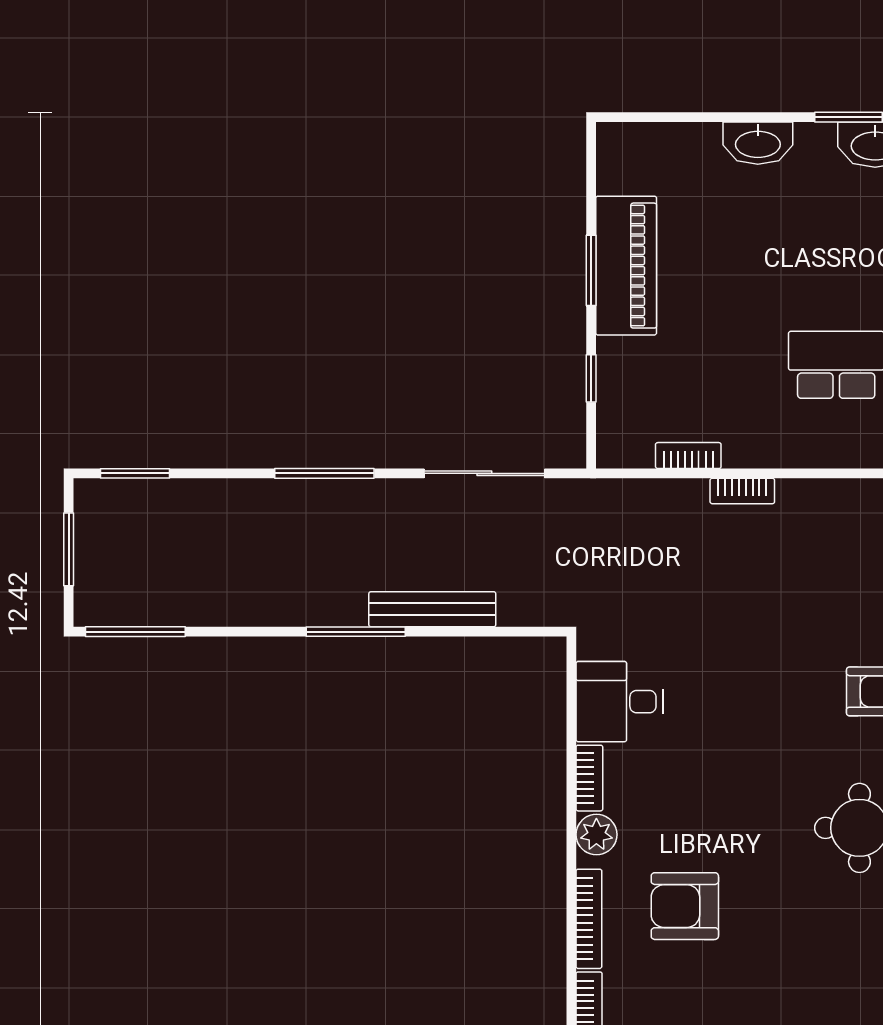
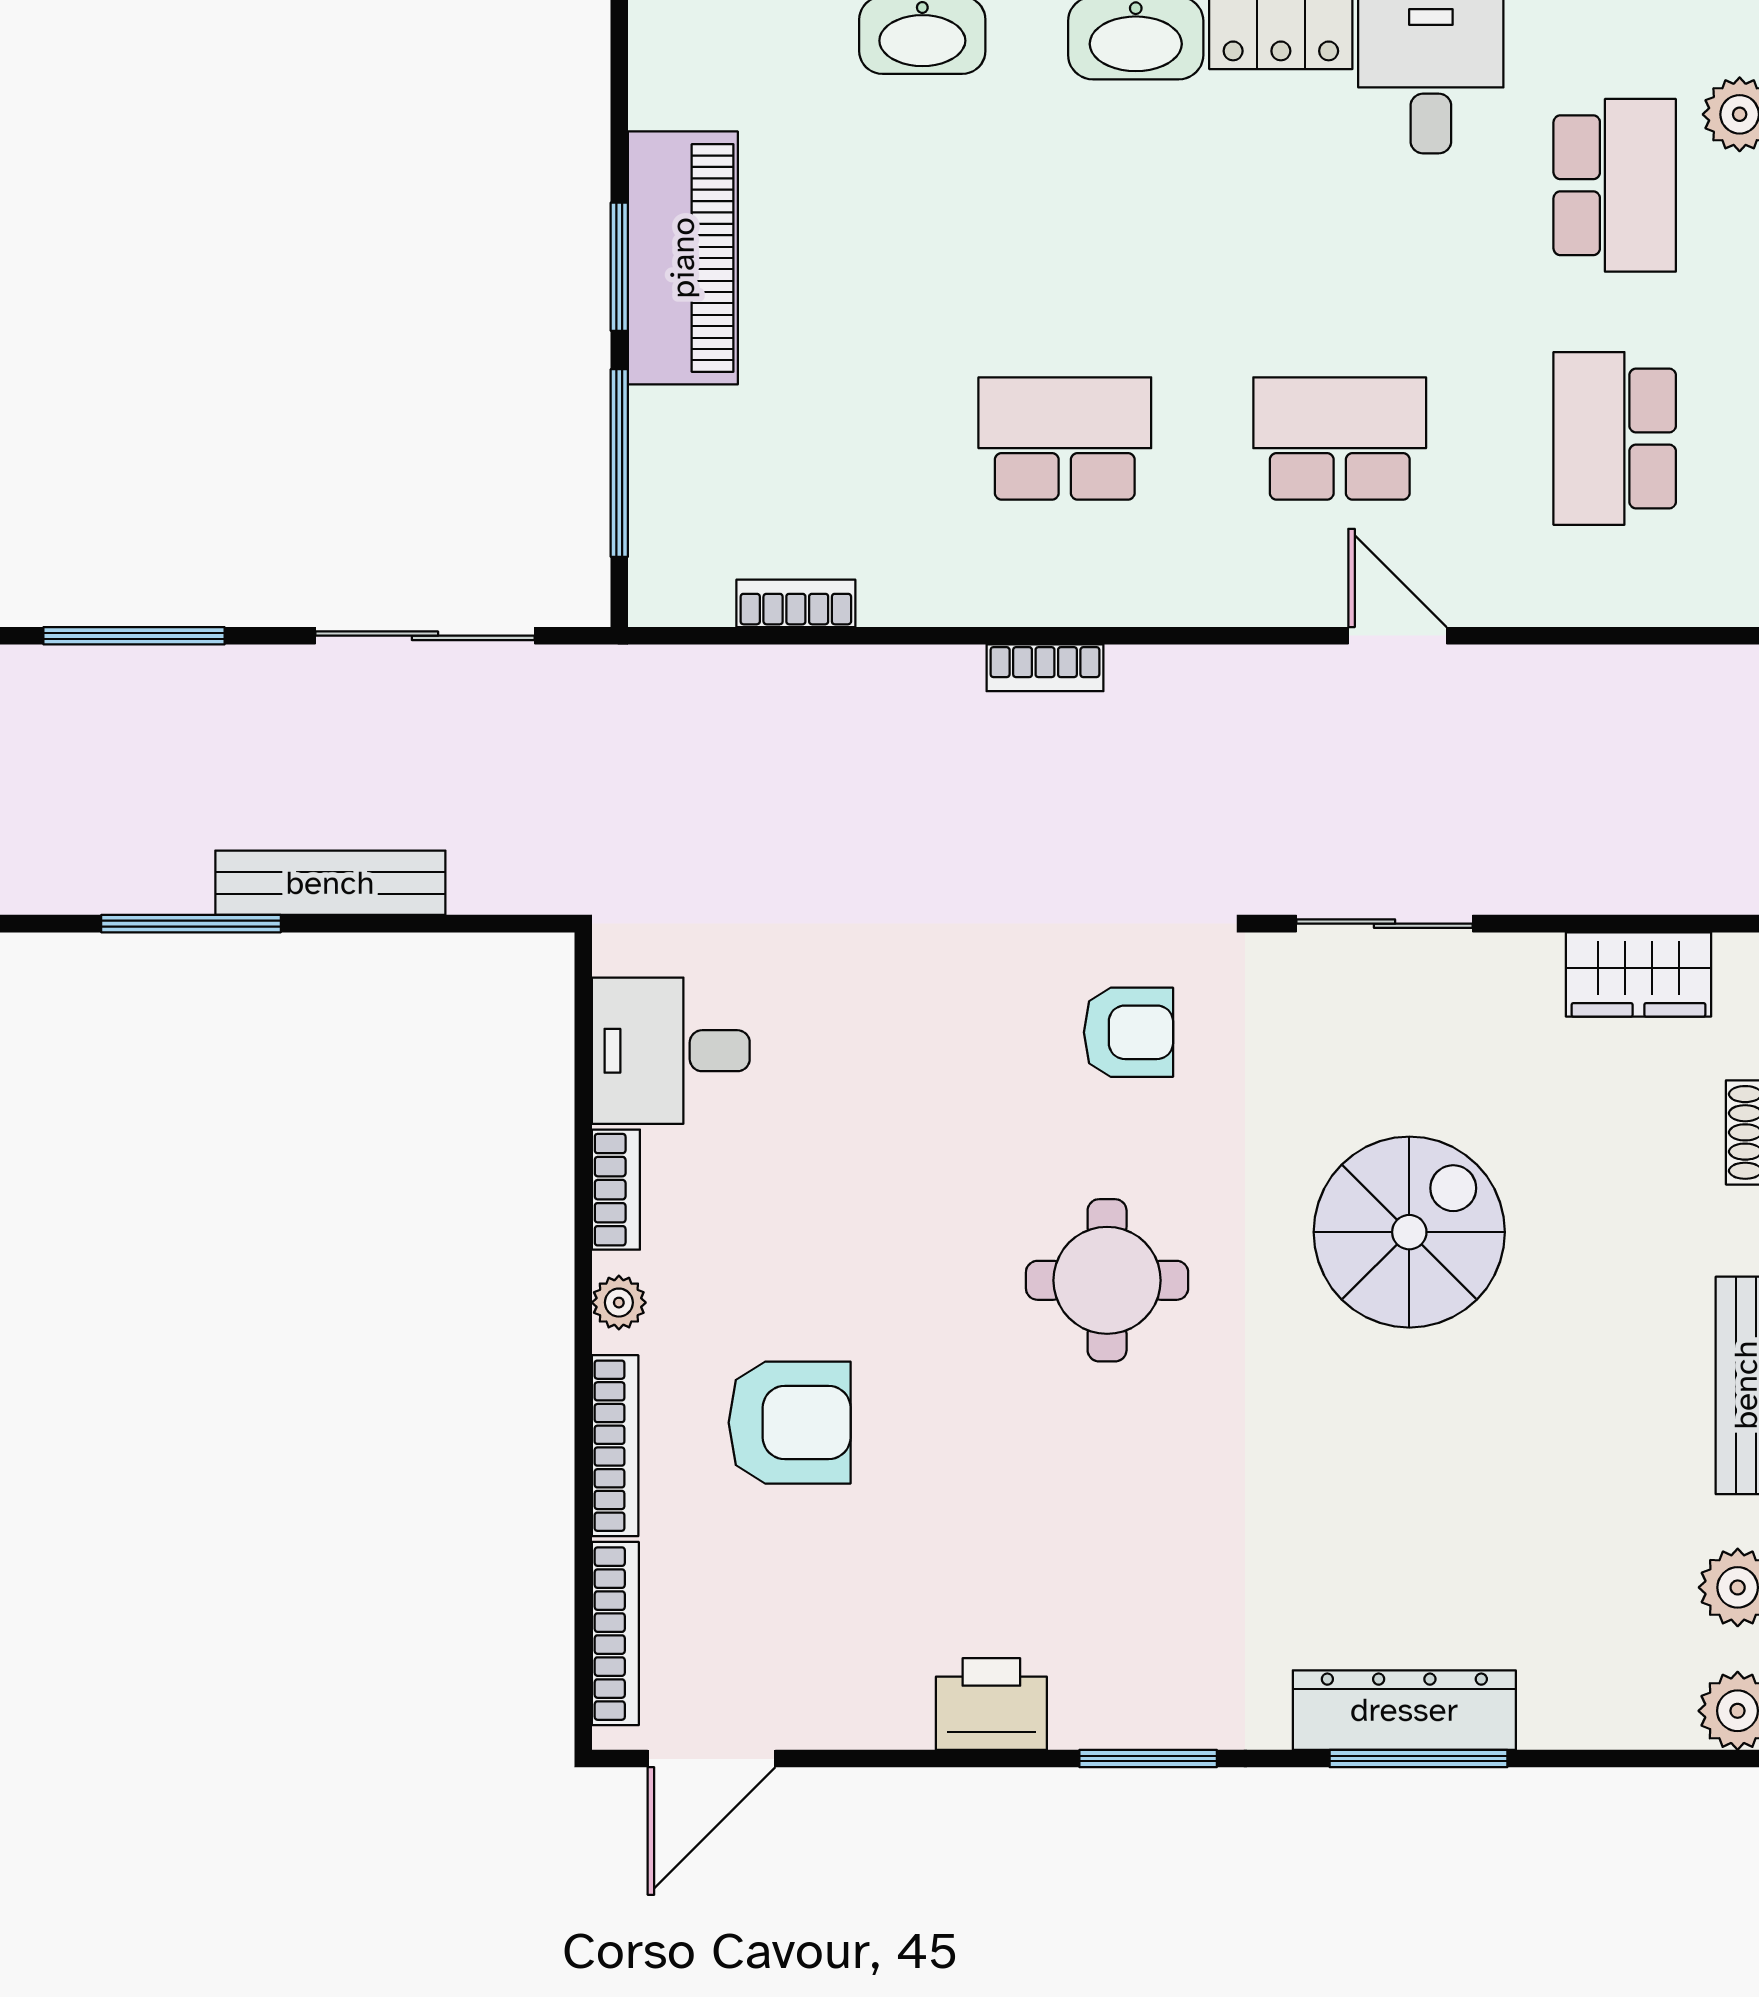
window: (591, 378) -> (619, 463), width x2.17
bookcase: (742, 491) -> (1045, 668), moved
plant: (596, 835) -> (619, 1303), width x0.73, depth x0.73
armchair: (685, 906) -> (790, 1423), turned 180

